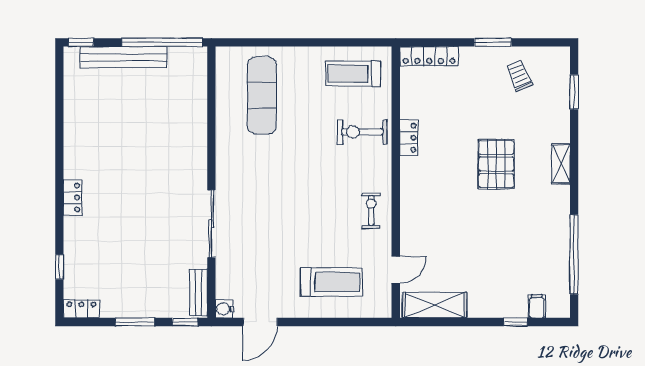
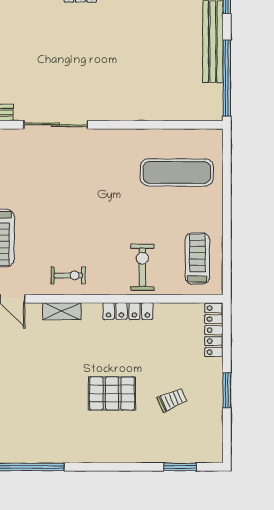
trolley: (519, 76) -> (172, 400), moved
locker: (409, 138) -> (128, 311), width x1.53
shelving: (561, 164) -> (62, 311), moved

